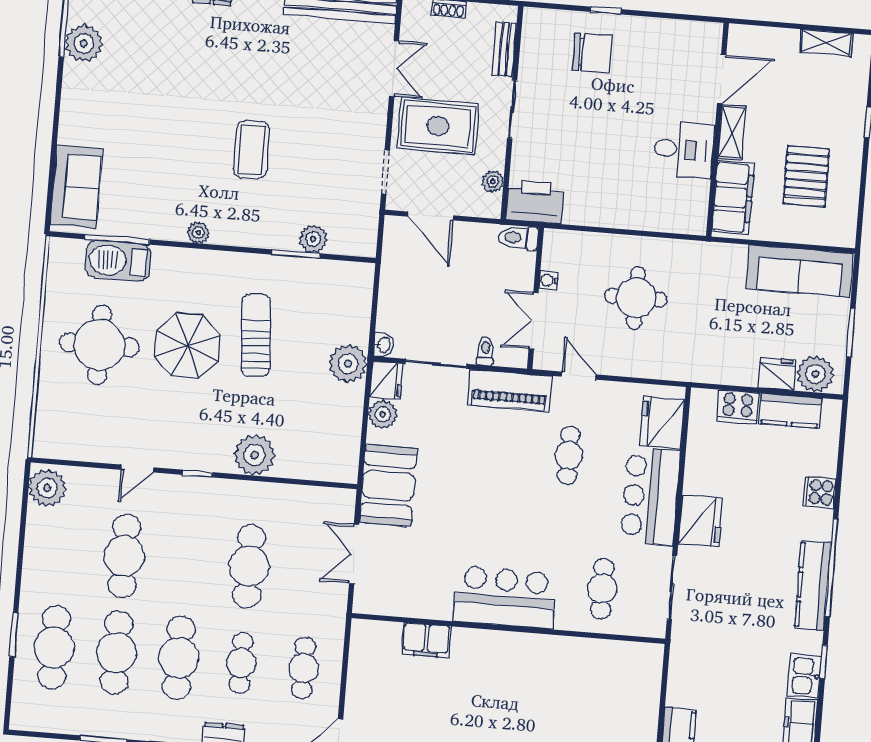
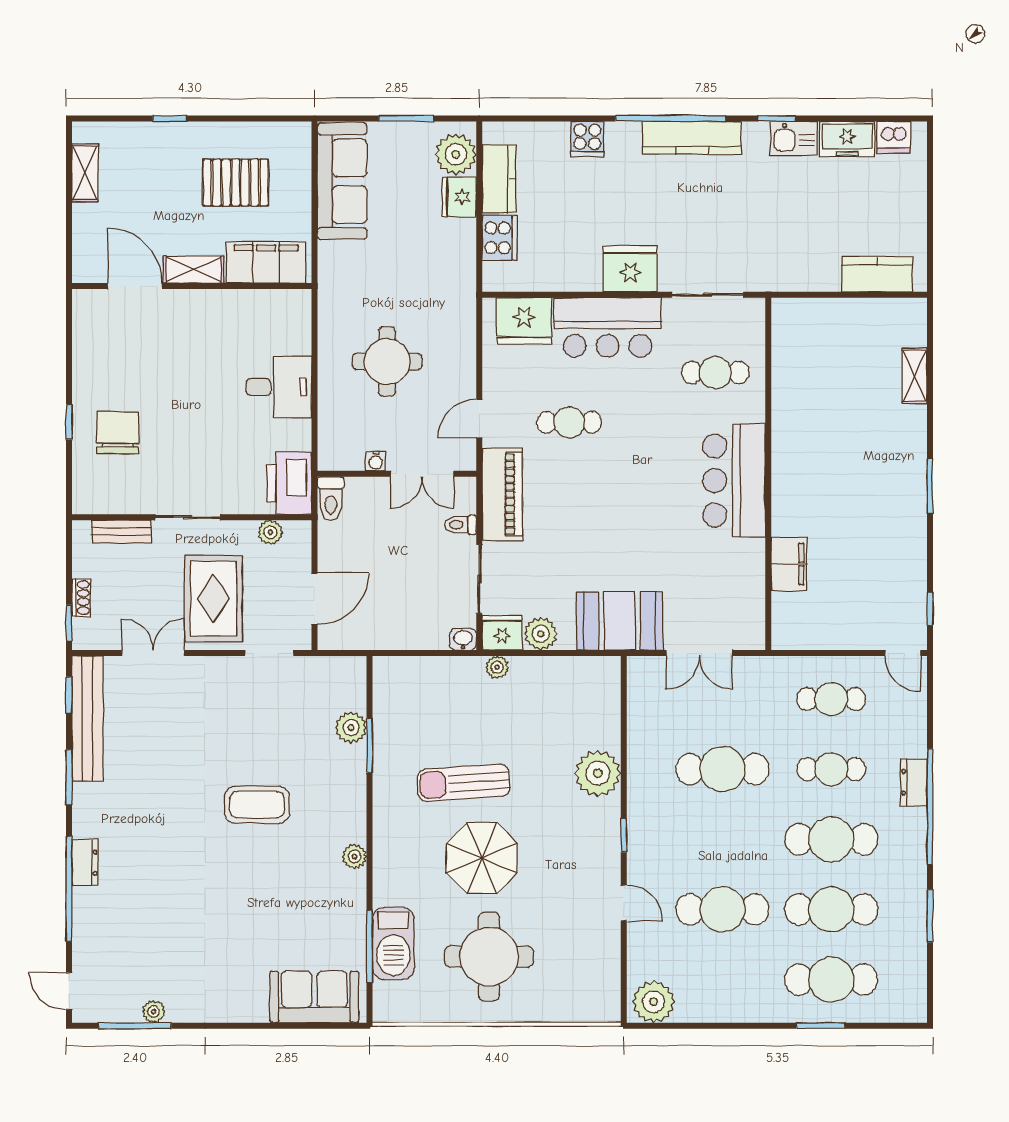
plant: (84, 43) -> (154, 1012), width x0.53, depth x0.53
desk: (684, 149) -> (279, 387), moved, turned 90
plant: (348, 364) -> (497, 667), width x0.53, depth x0.53

